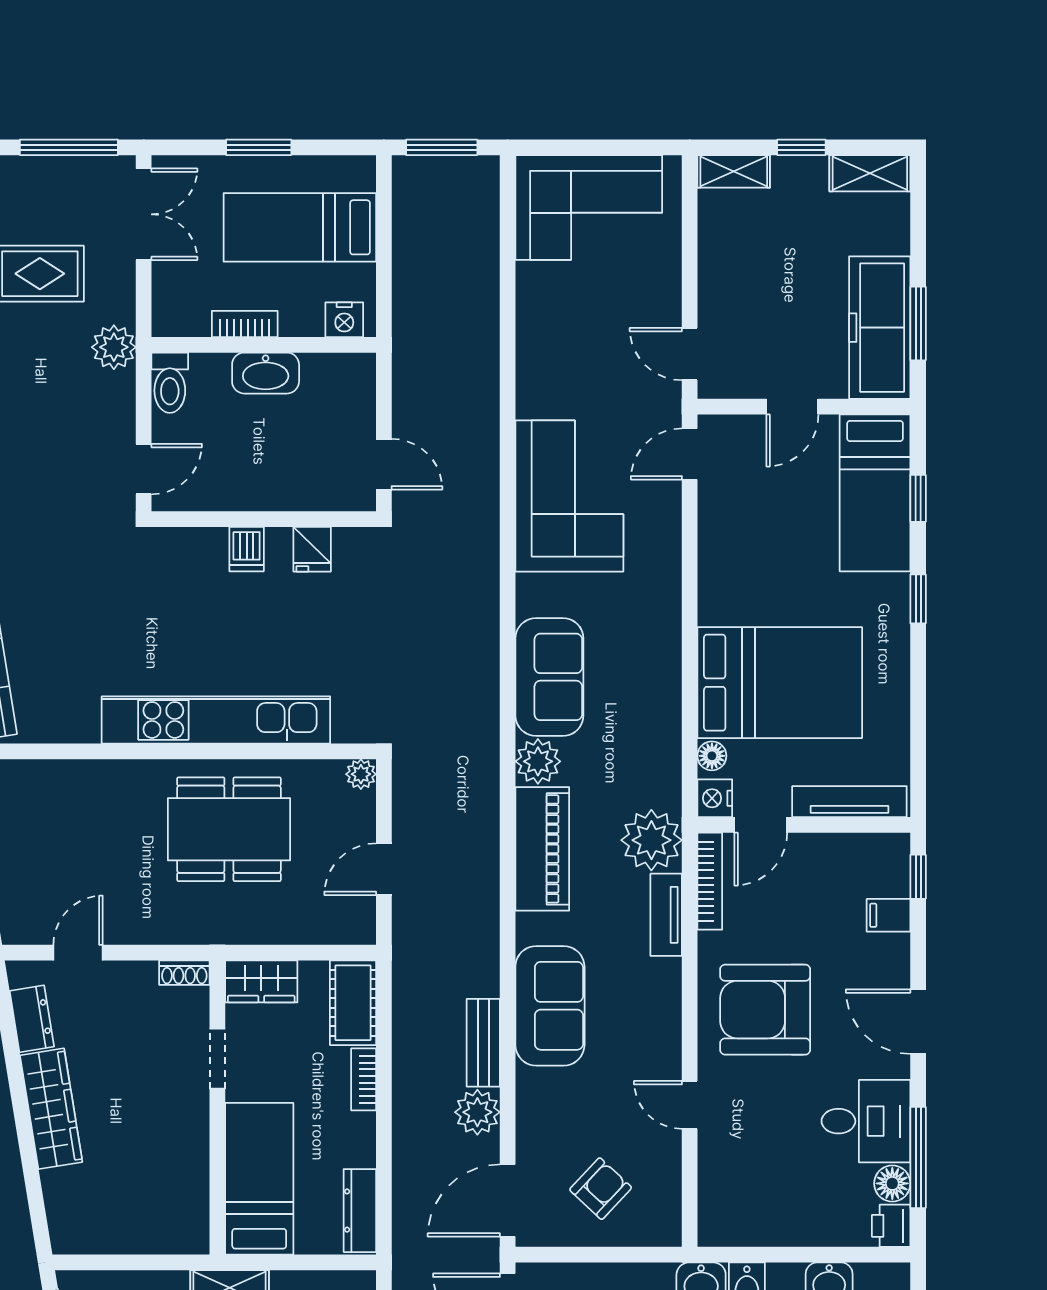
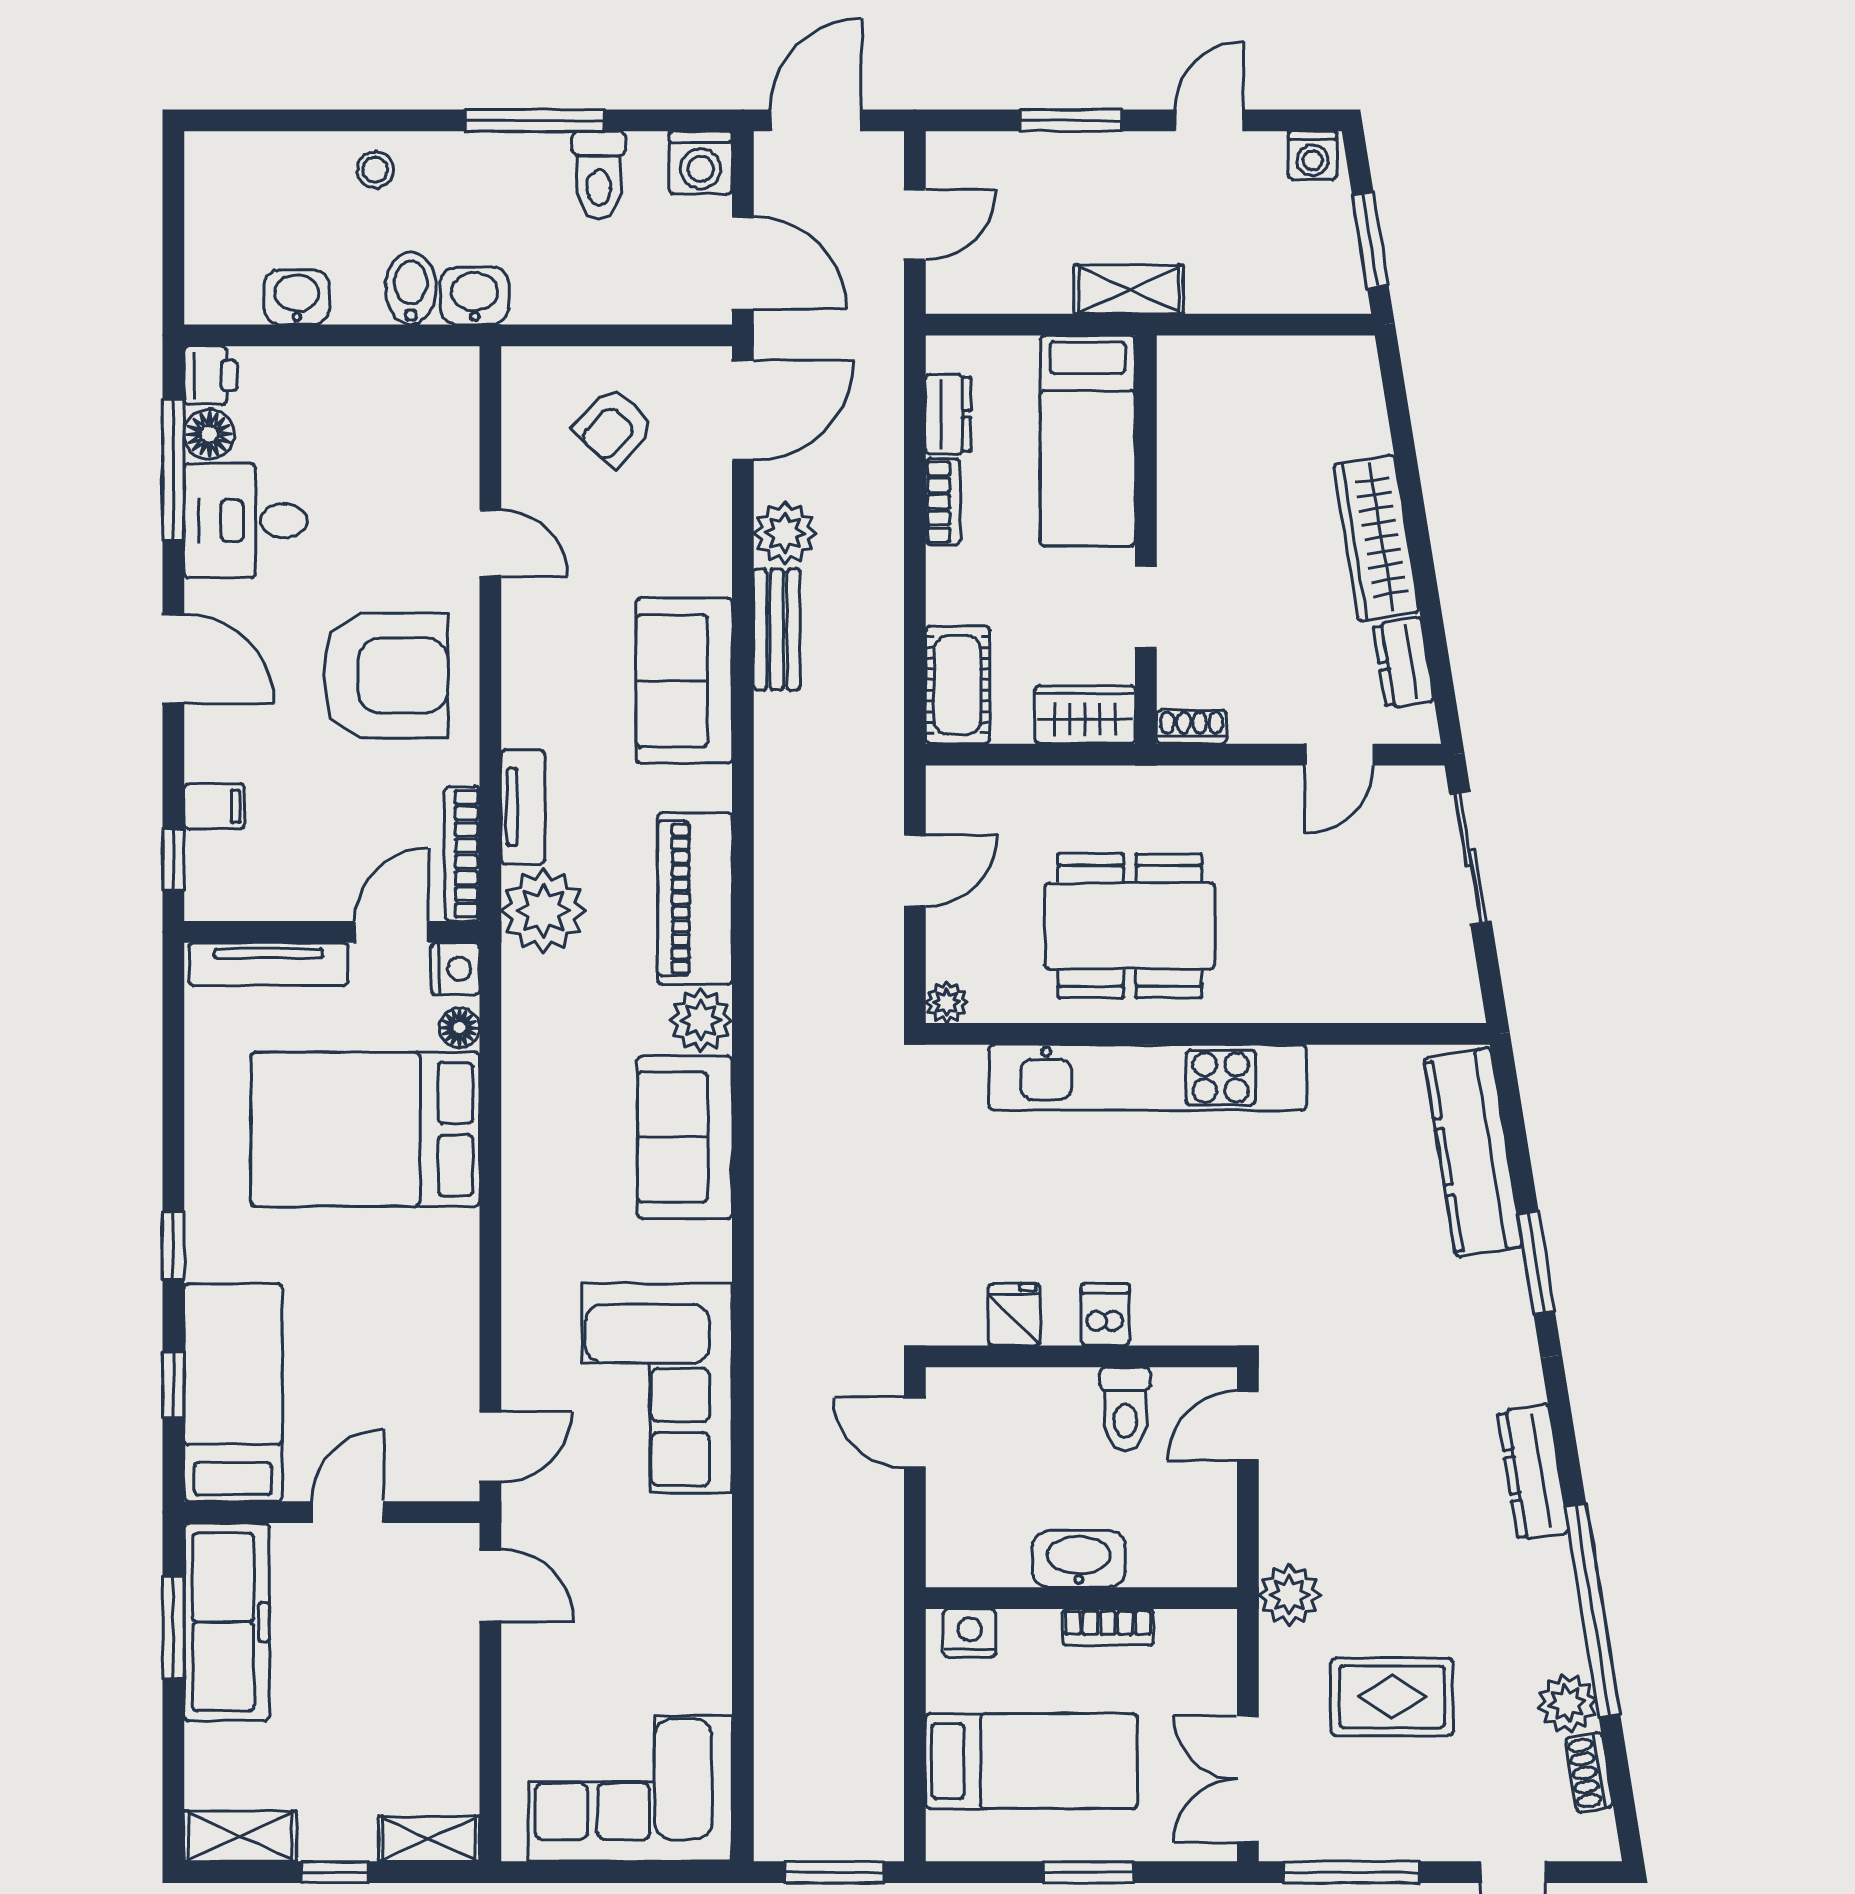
toilet: (170, 383) -> (1125, 1409), moved, turned 180
bookcase: (364, 1079) -> (943, 502), moved
dresser: (360, 1211) -> (948, 414), width x0.70

